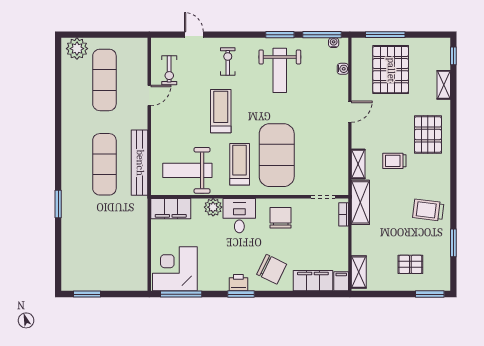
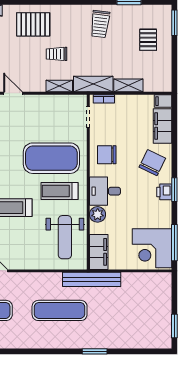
trolley: (394, 161) -> (56, 54), turned 90
bench: (140, 163) -> (92, 279), moved
shelving: (359, 272) -> (128, 85), moved

